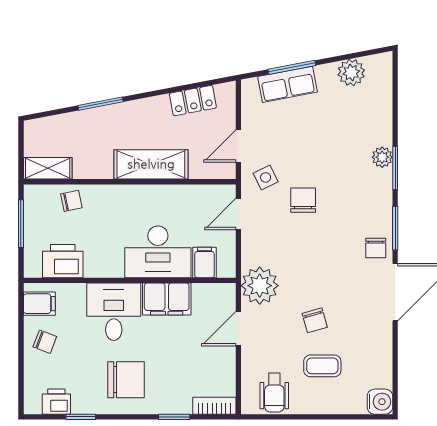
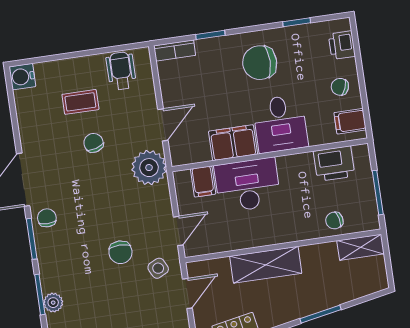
printer: (56, 402) -> (342, 45), moved, turned 90

